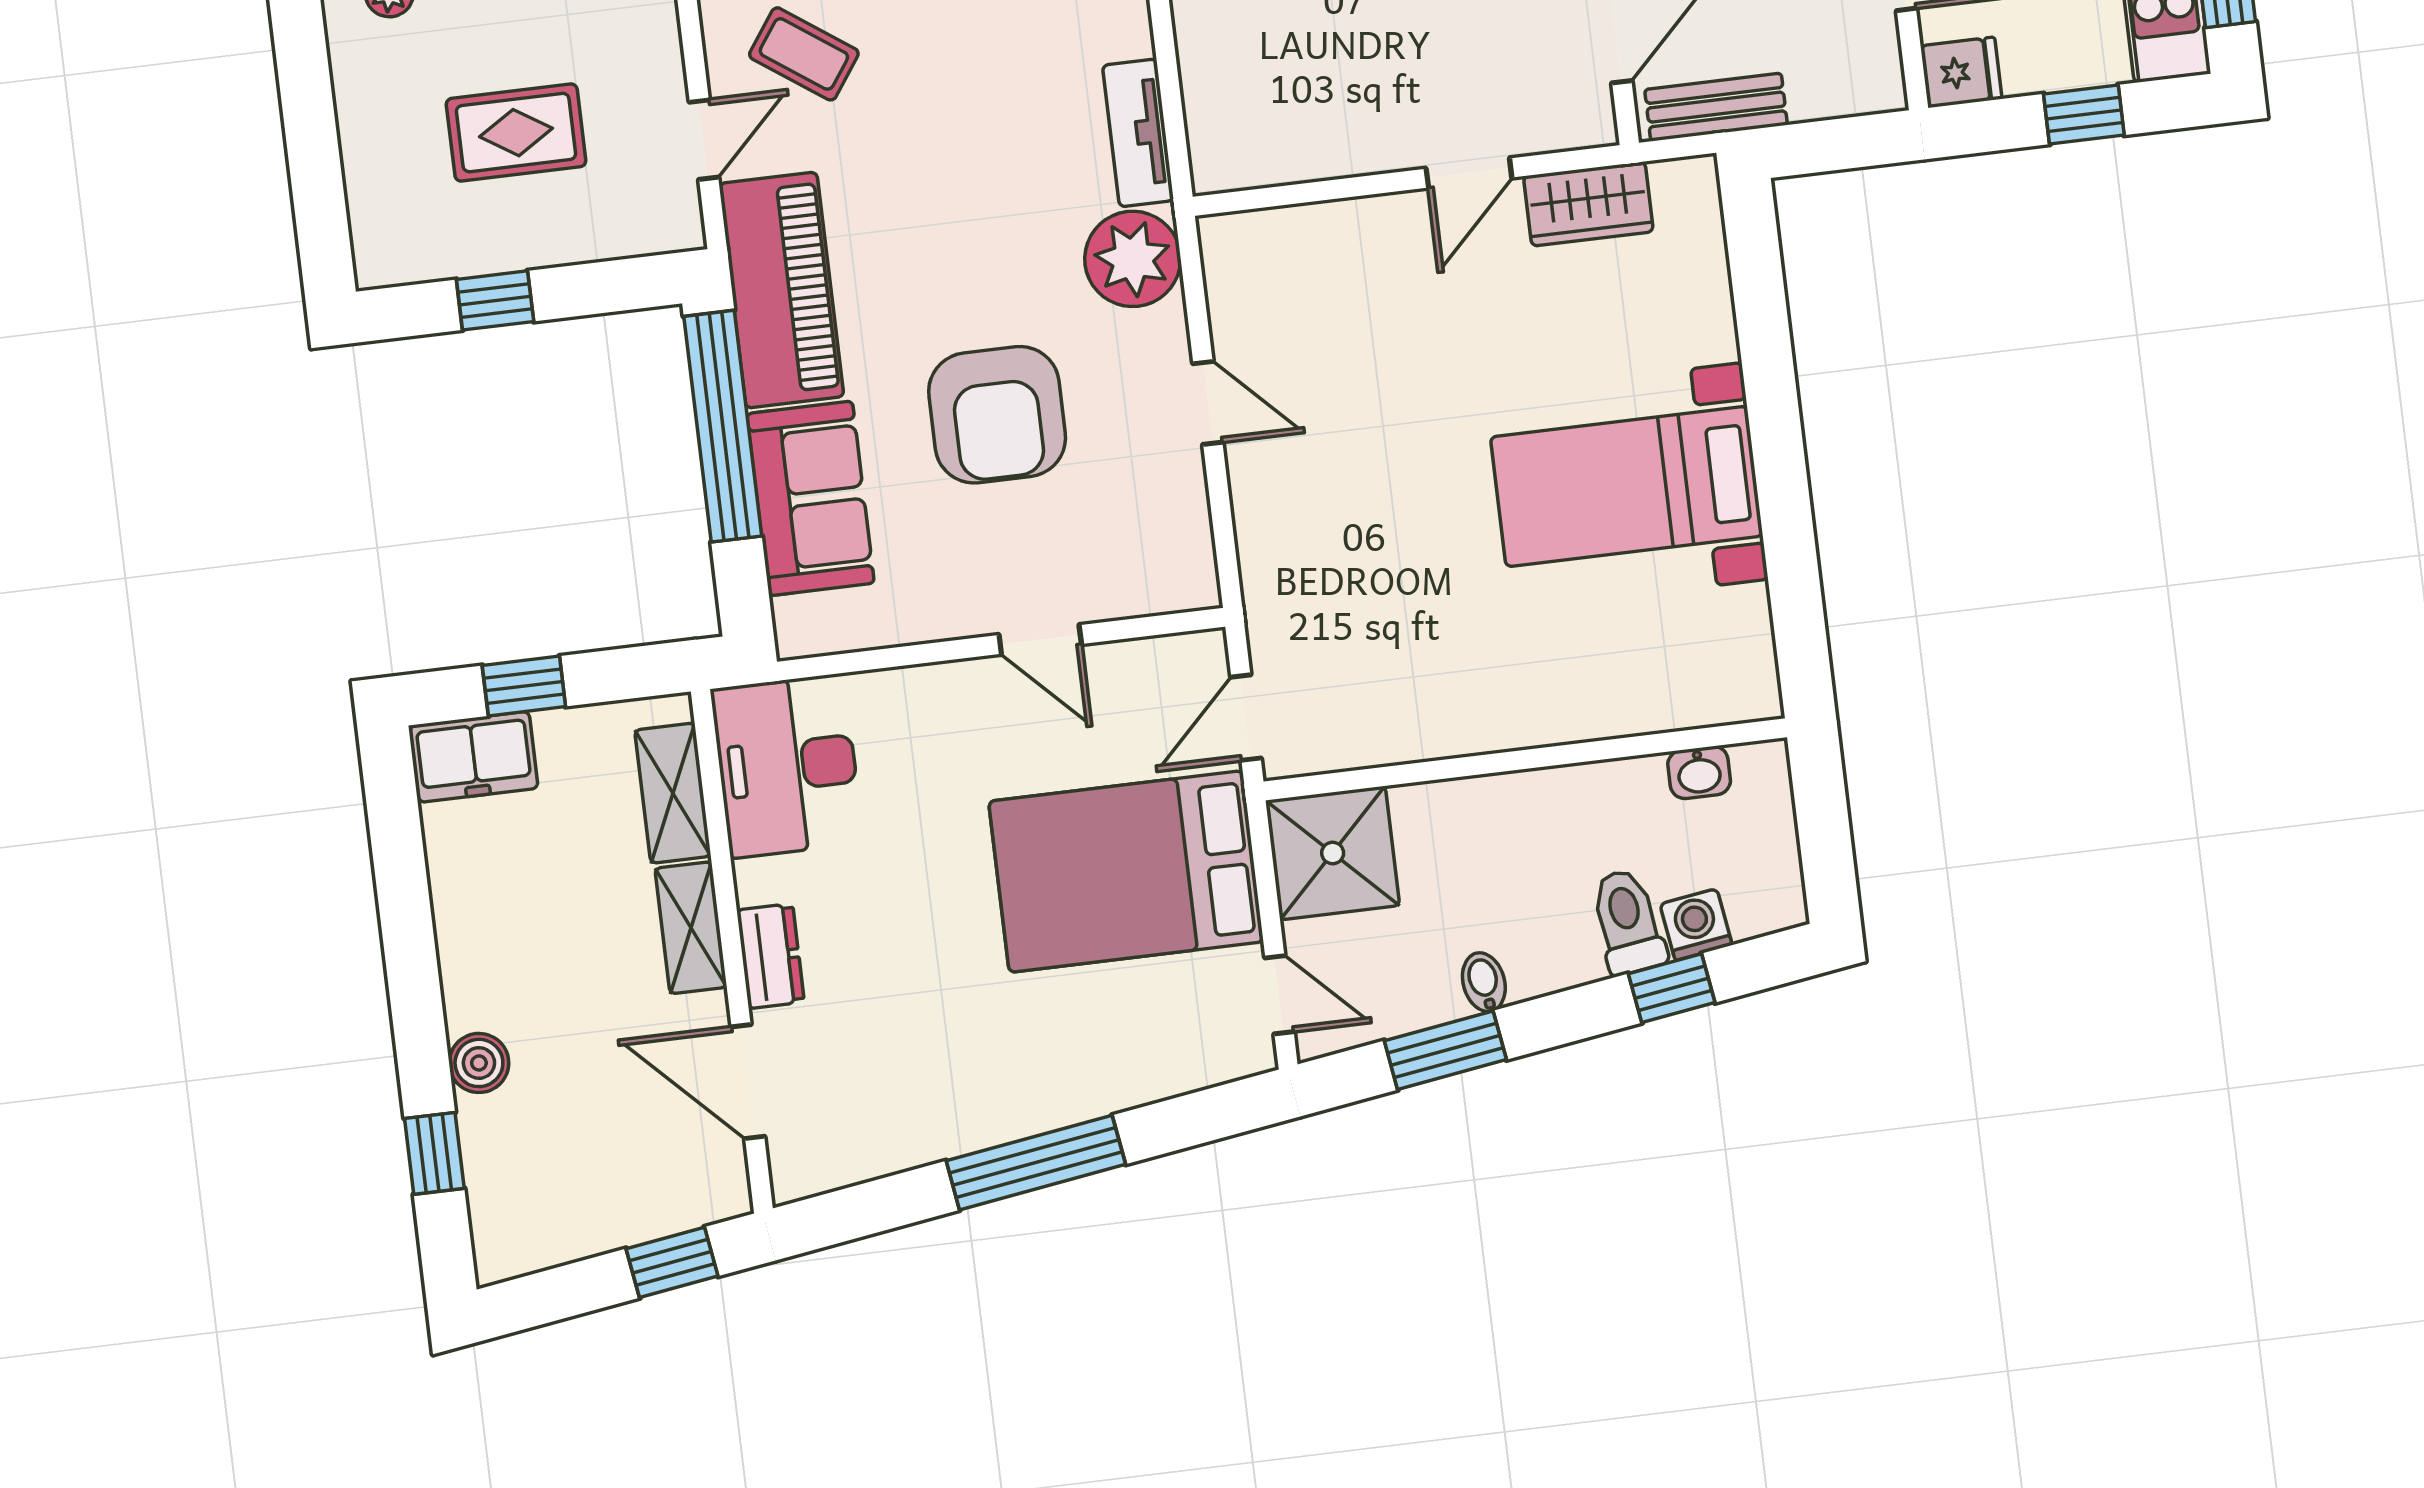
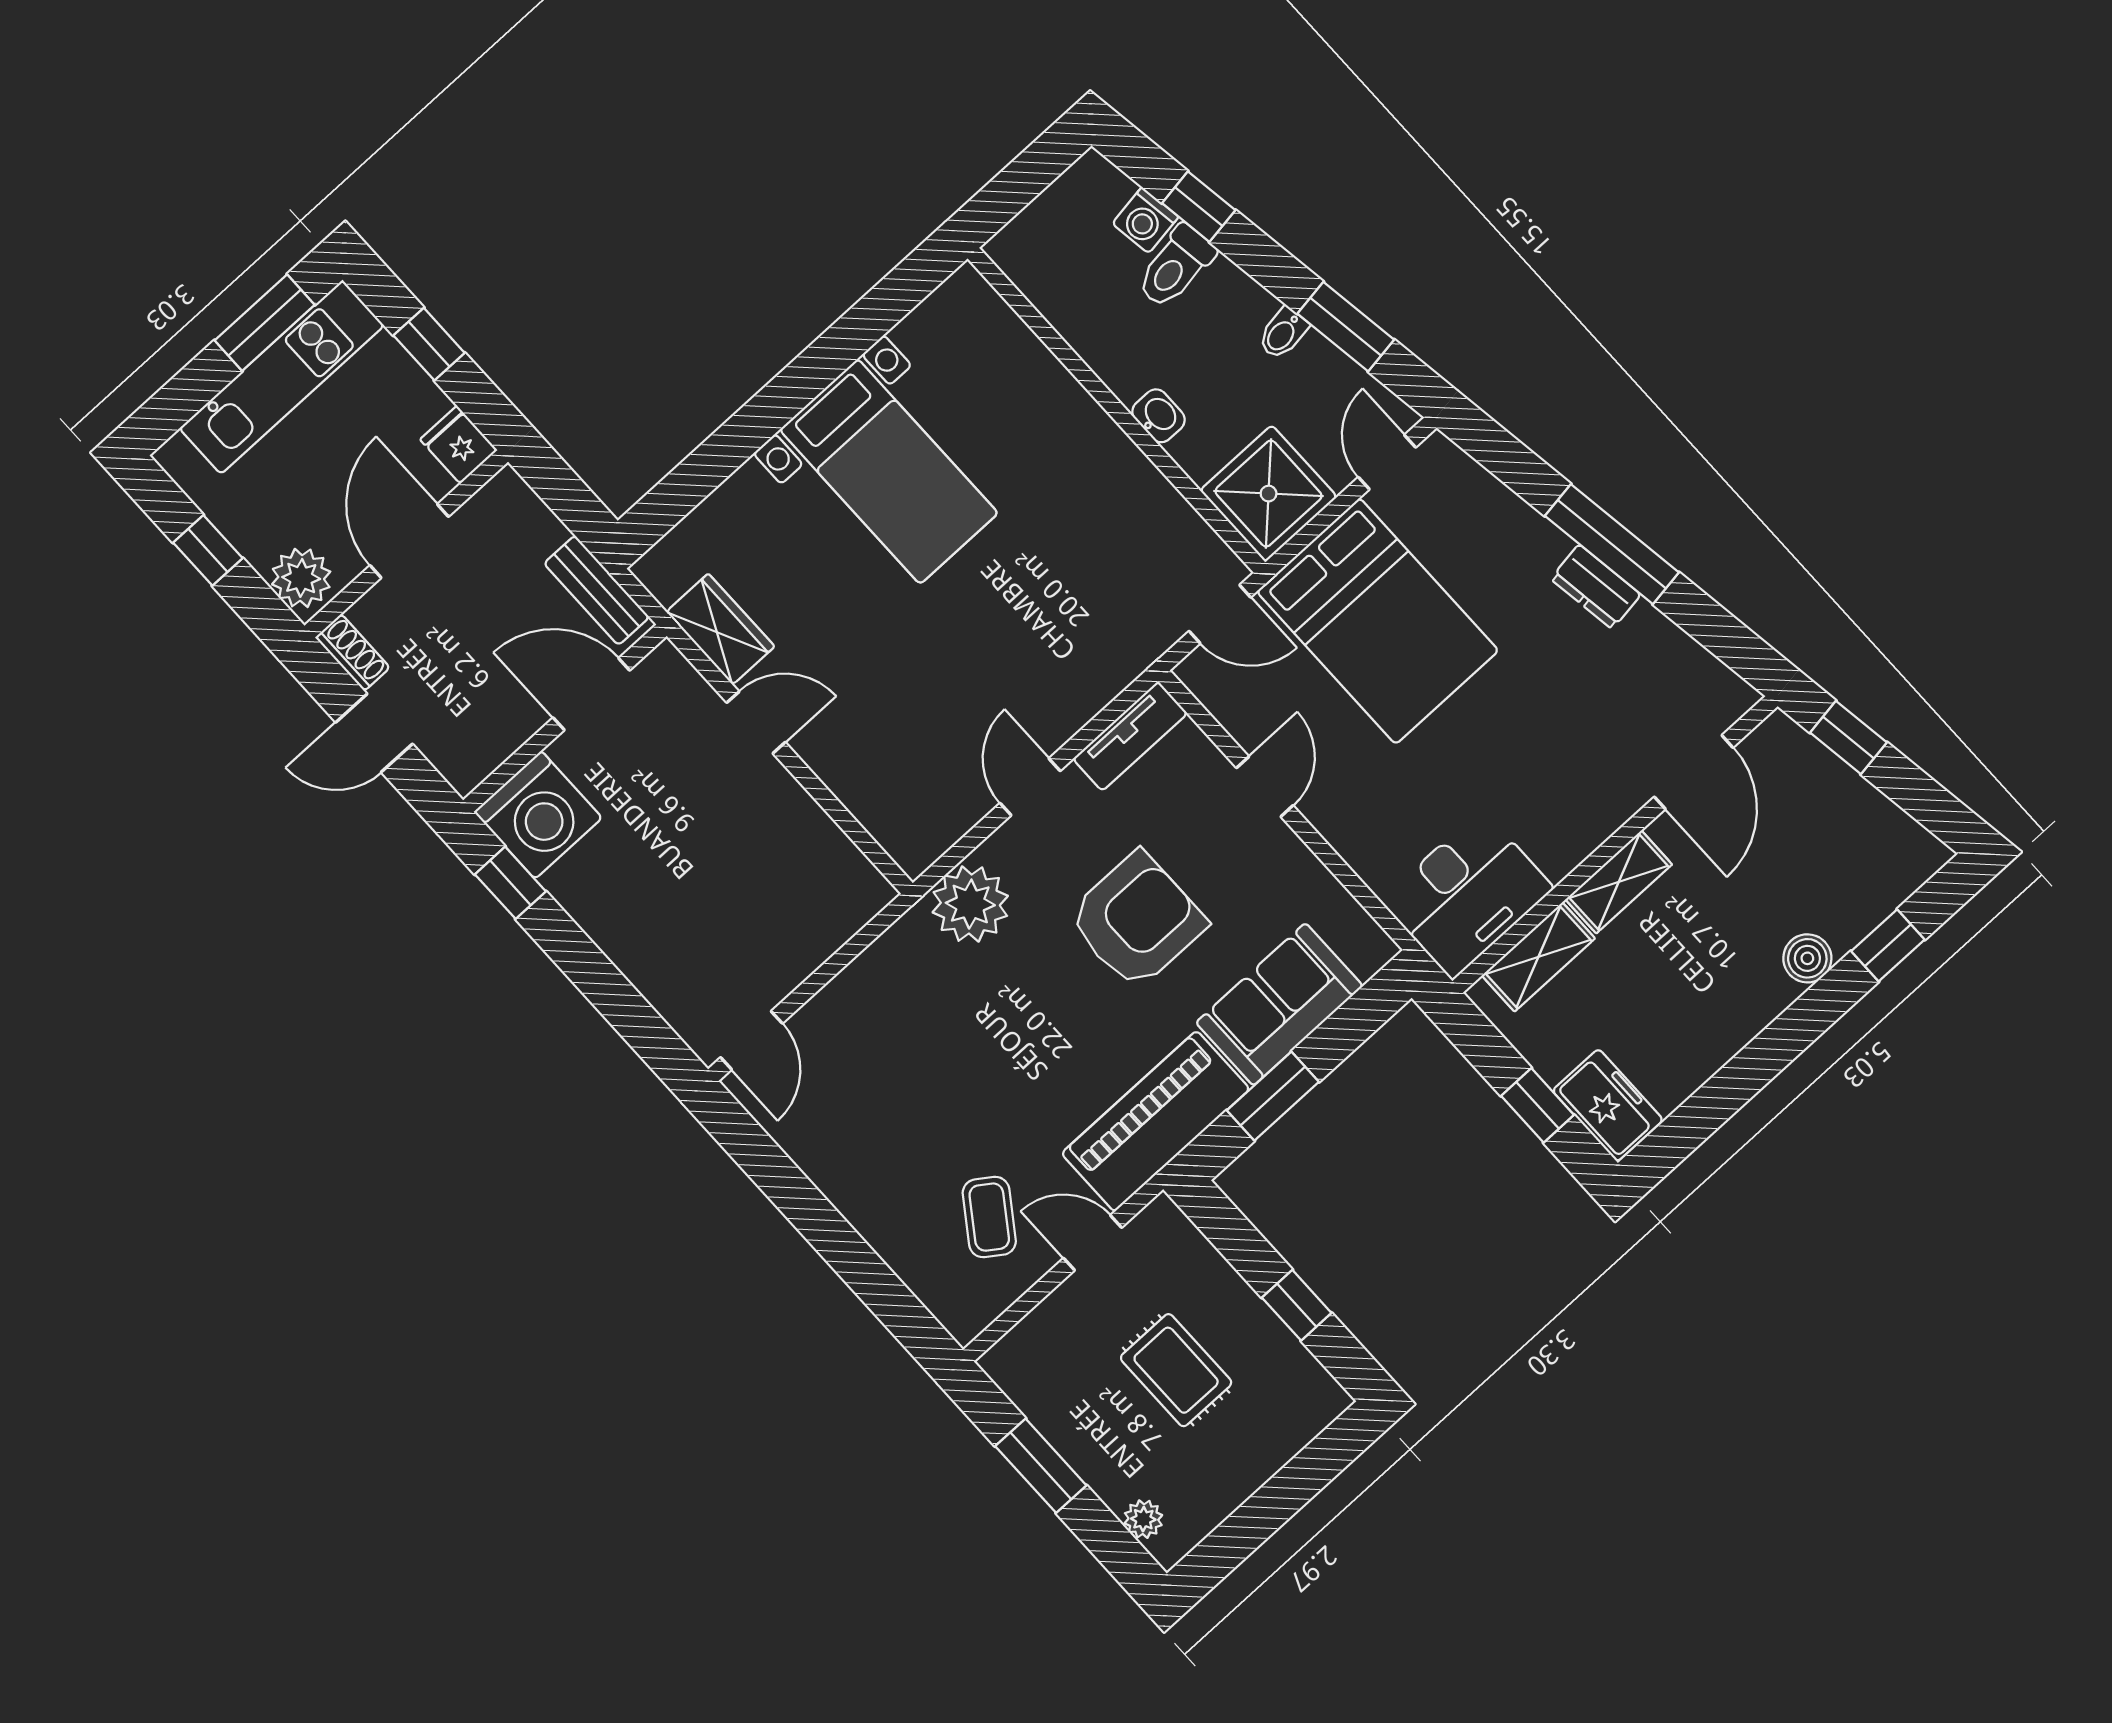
tv unit: (1138, 133) -> (1130, 736), moved
window: (723, 426) -> (1273, 1096), width x0.47
washbasin: (1699, 772) -> (1158, 416), moved
dresser: (770, 956) -> (1596, 587), moved, turned -98

